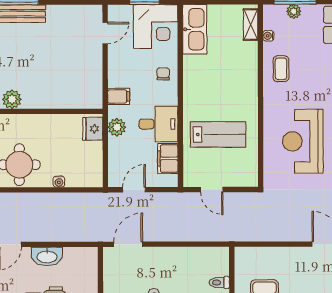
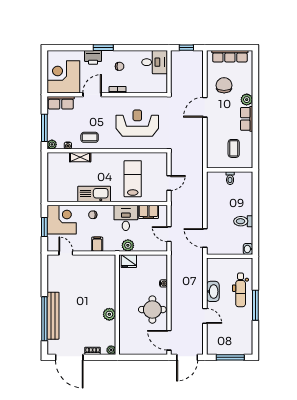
plant: (294, 11) -> (52, 144), moved
shelving: (251, 25) -> (80, 157), moved
kitchen sink: (195, 29) -> (94, 194), moved
filing cabinet: (119, 96) -> (97, 244), moved
reception desk: (303, 141) -> (137, 123), turned 180

